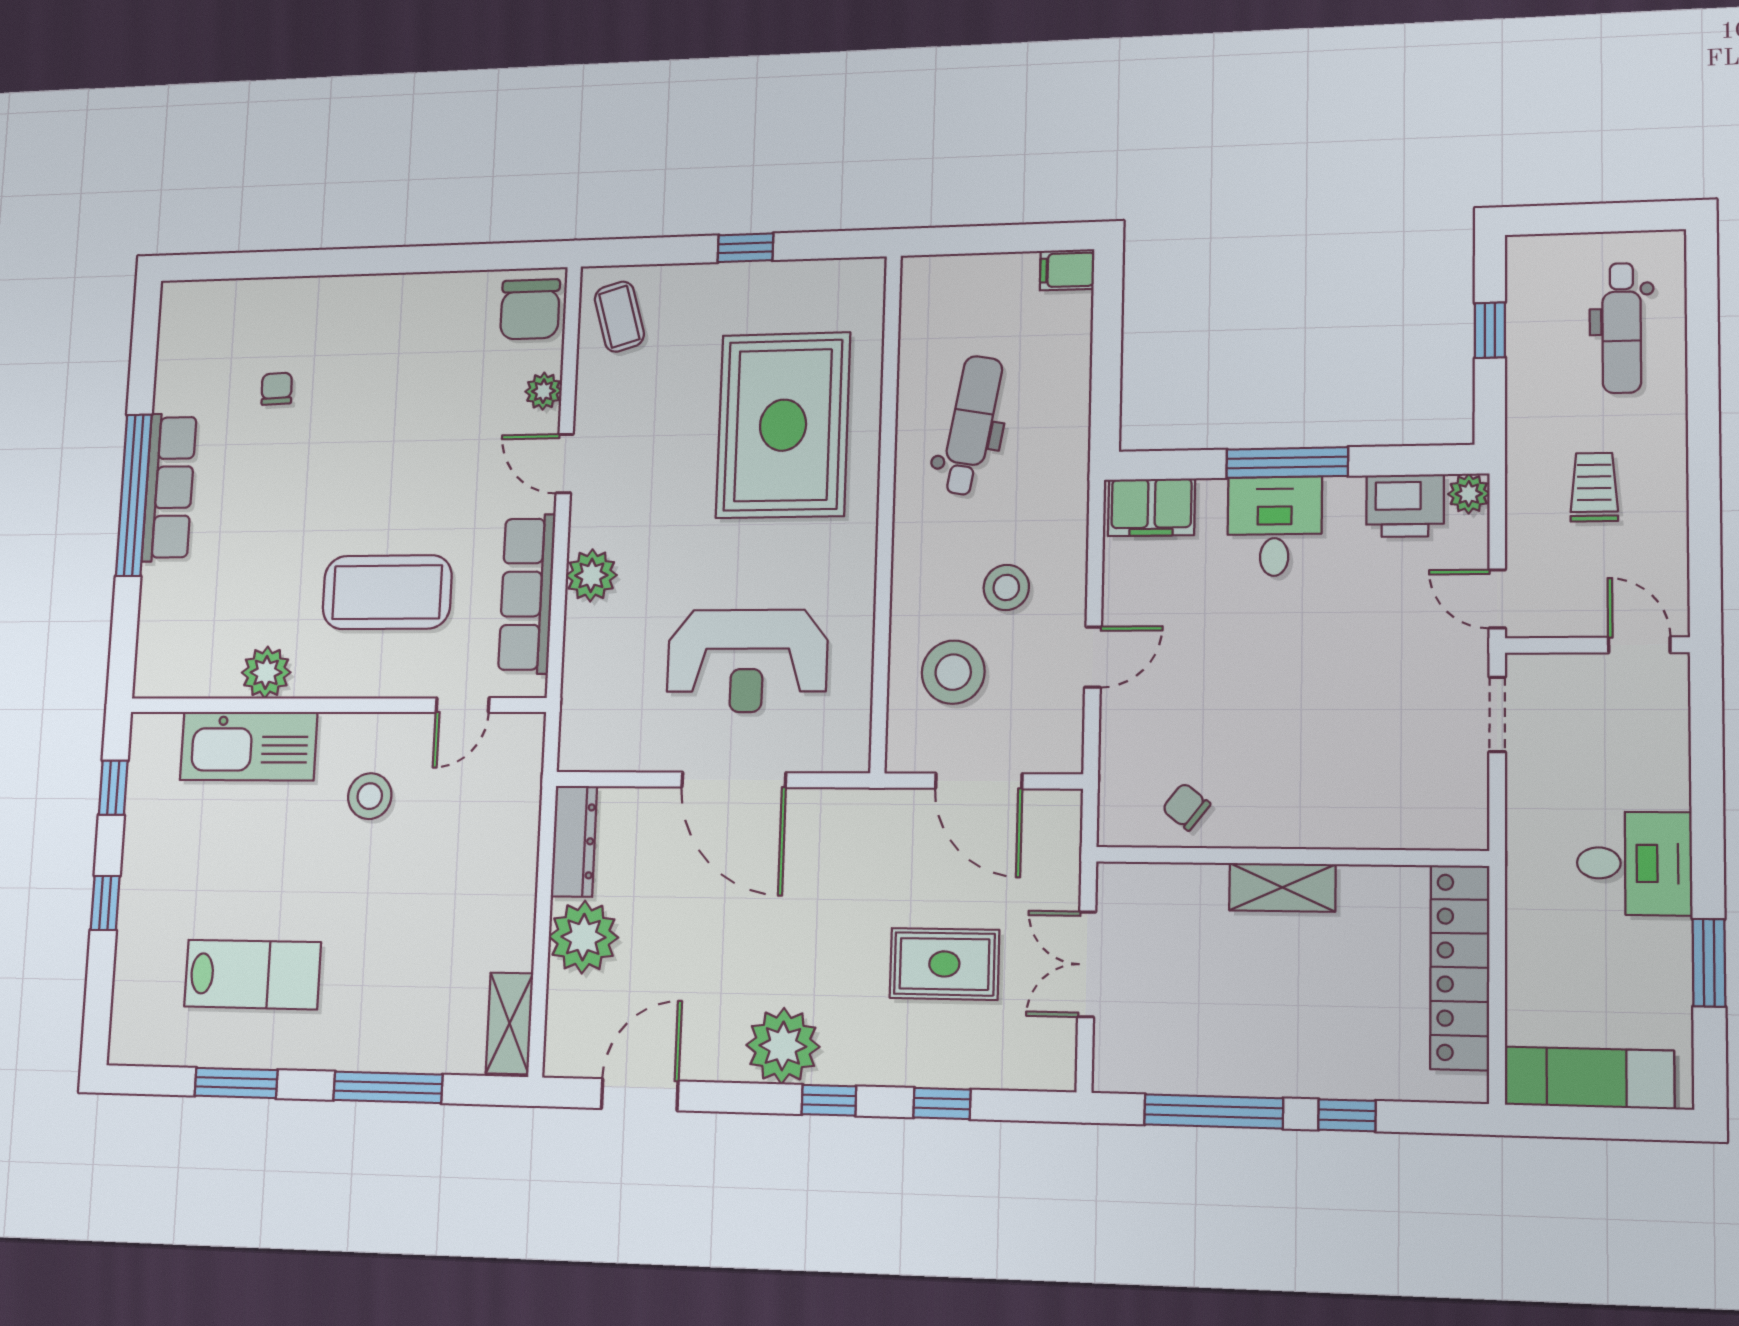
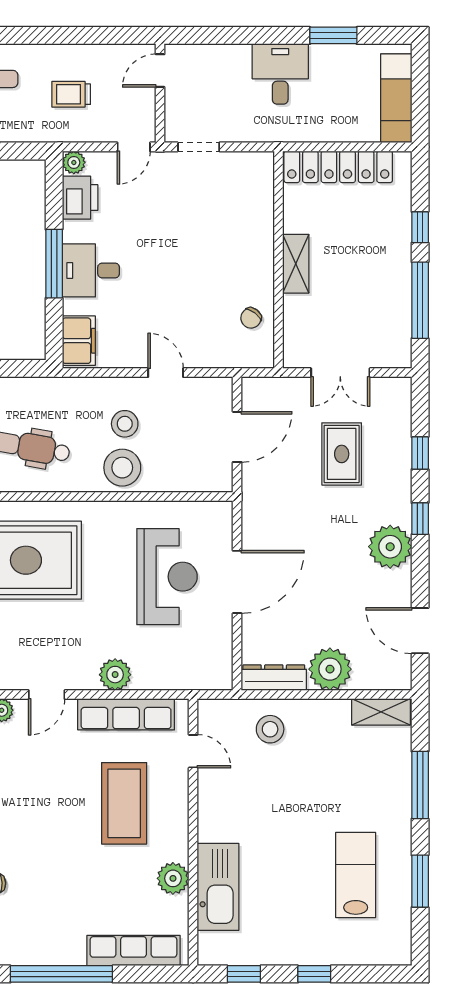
row of seats: (169, 487) -> (133, 951), moved
stool: (953, 672) -> (122, 468), moved
stool: (370, 796) -> (270, 729), moved

